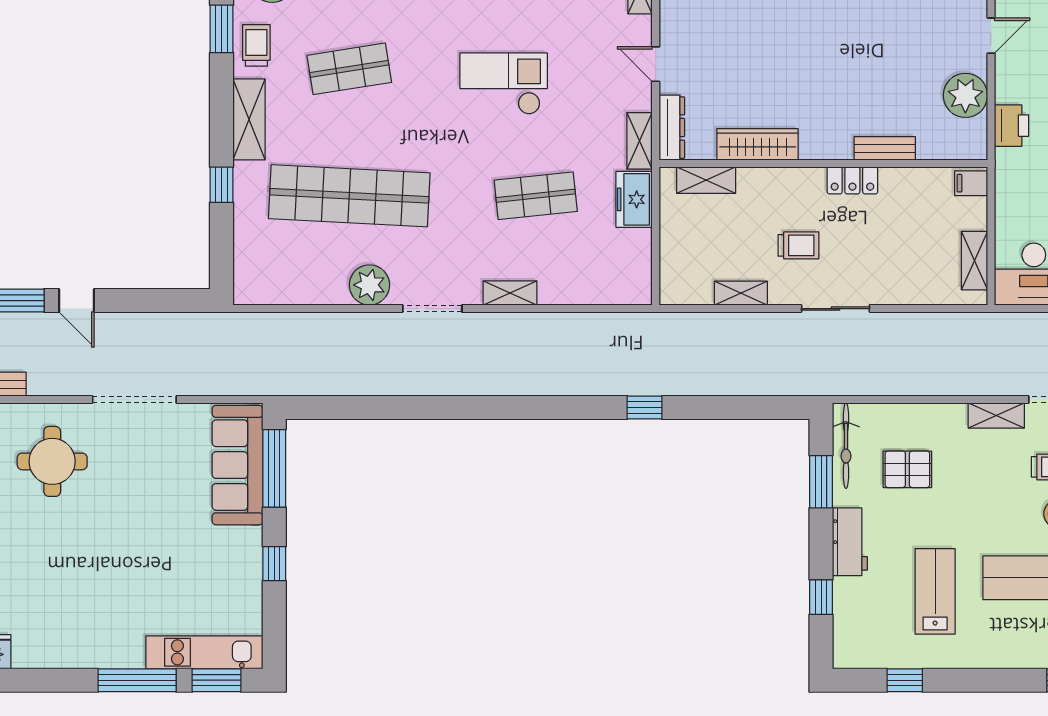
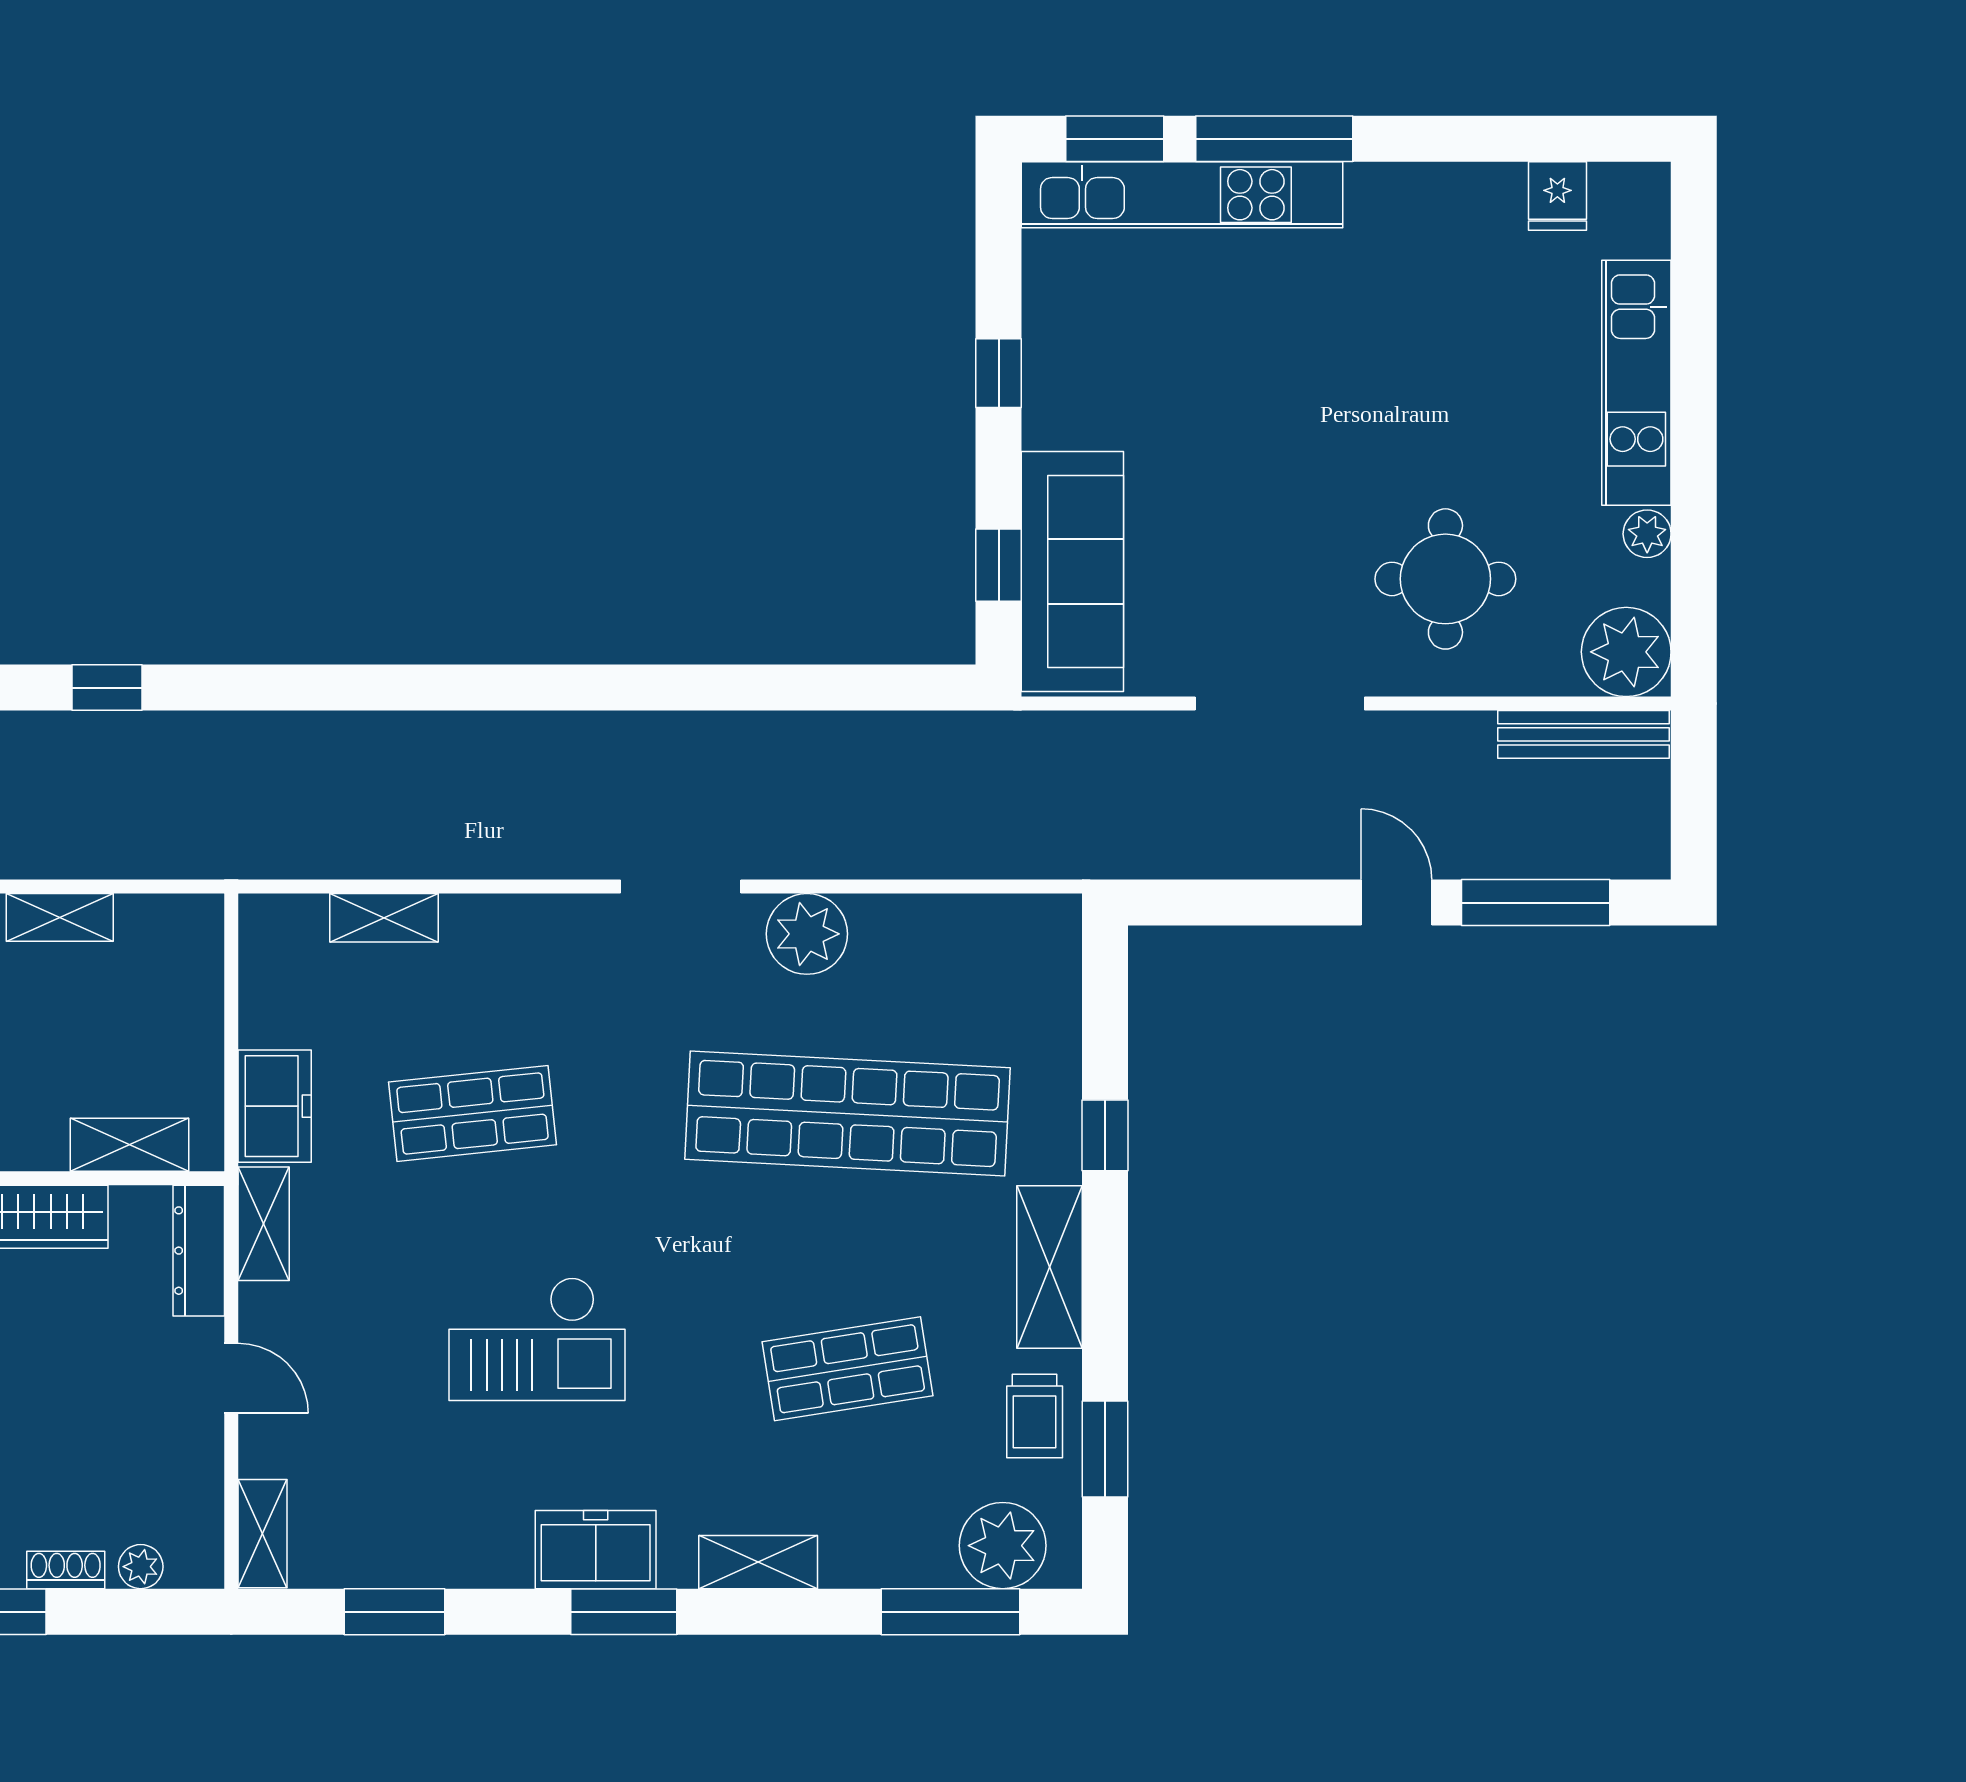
shelving: (510, 293) -> (384, 918), moved
window: (644, 407) -> (107, 688), moved
window: (274, 468) -> (999, 565), width x0.46
kitchen unit: (204, 652) -> (1182, 195), width x1.36

